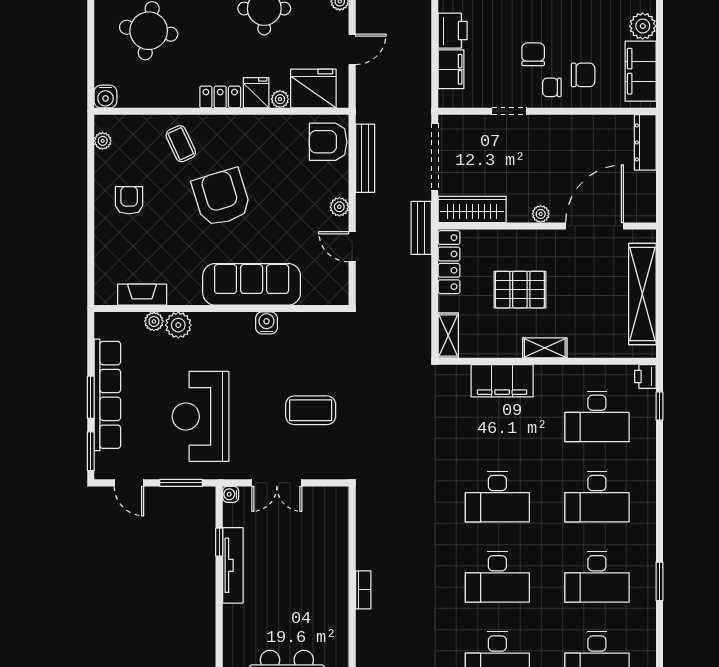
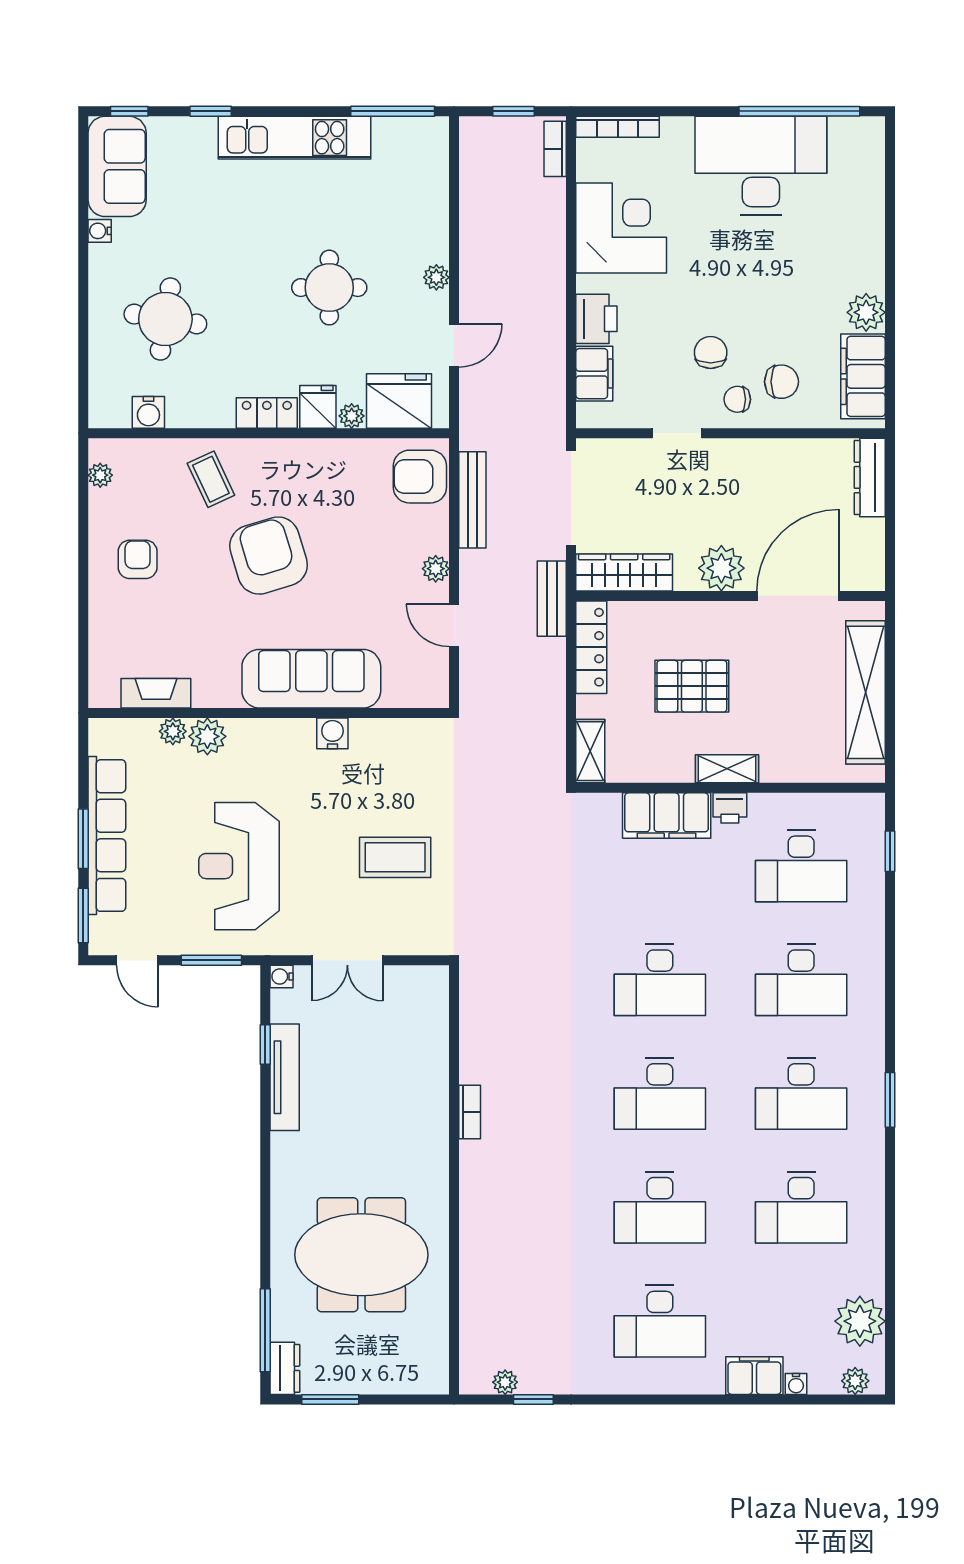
water cooler: (105, 97) -> (148, 412), moved
plant: (541, 214) -> (721, 568), width x1.88, depth x1.88
printer: (645, 377) -> (730, 808), moved, turned -90

